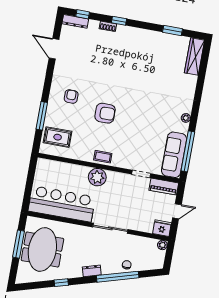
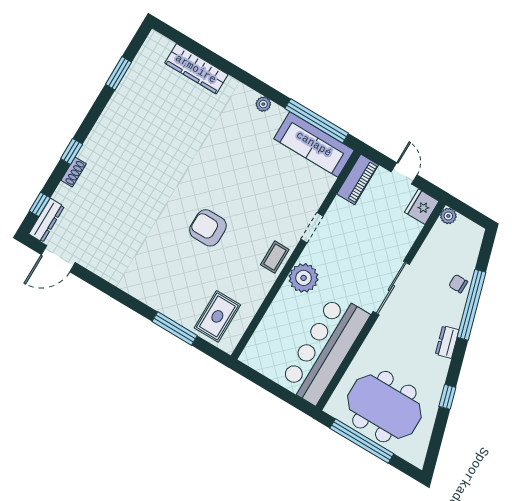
door: (54, 49) -> (58, 259), moved
wardrobe: (194, 57) -> (196, 69), moved
armchair: (71, 96) -> (162, 271), removed
armchair: (105, 113) -> (208, 228), turned -90
doorway: (141, 174) -> (312, 228), moved
window: (18, 244) -> (362, 441), width x1.46

